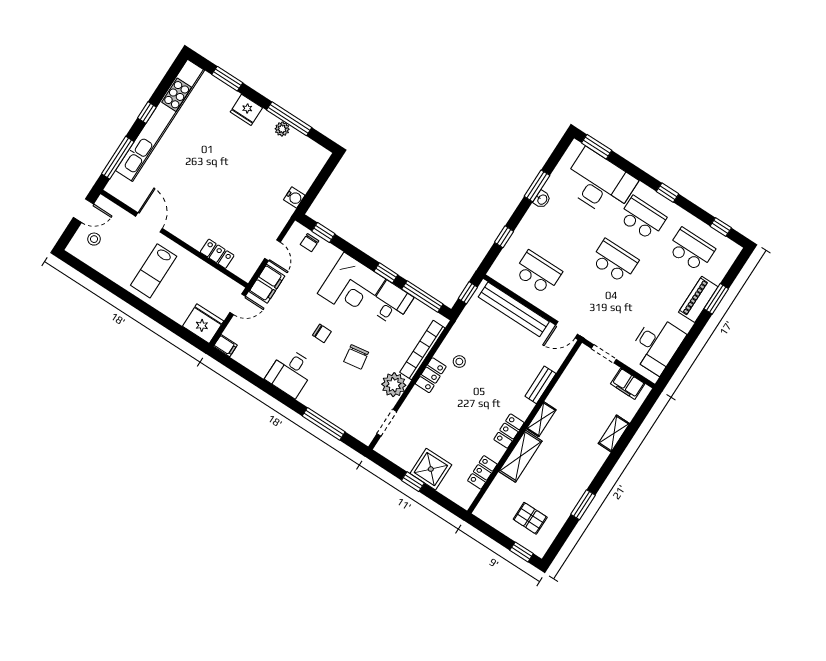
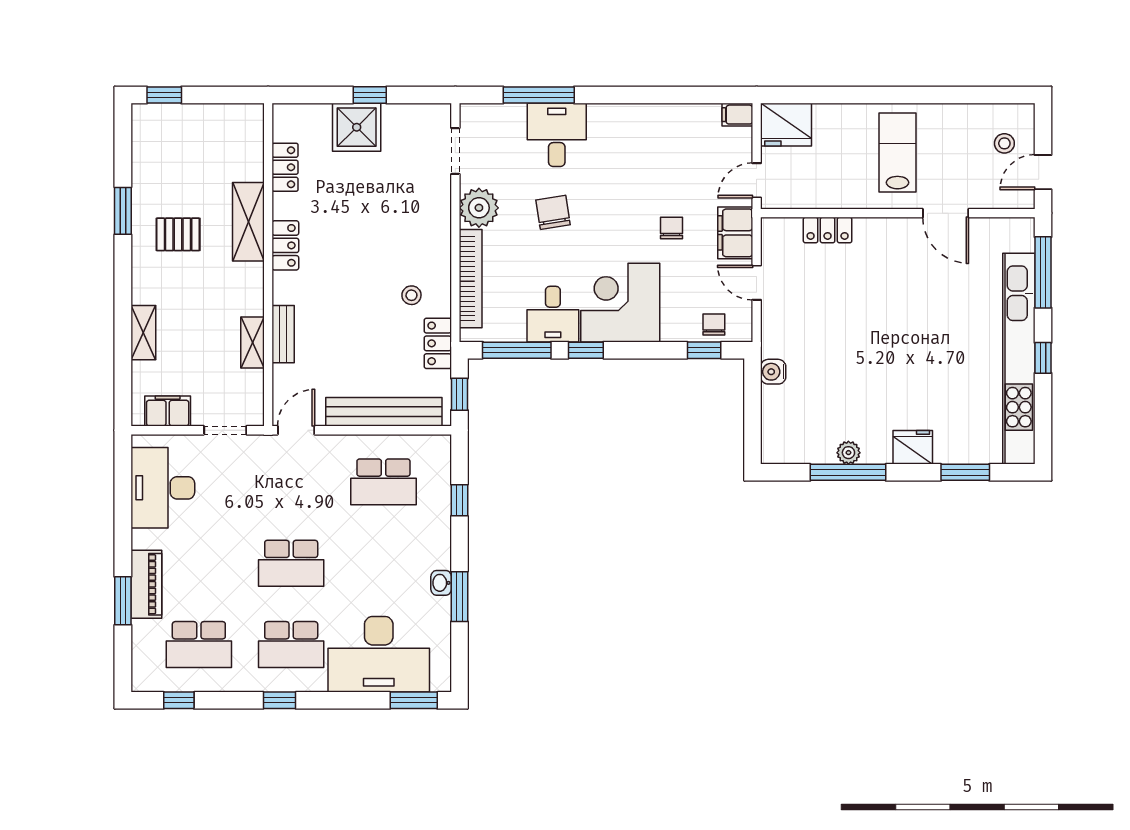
chair: (322, 333) -> (672, 228), moved, turned 90
desk: (290, 373) -> (557, 135), moved
locker: (431, 375) -> (438, 343), moved
shelving: (541, 419) -> (252, 343), moved
pallet: (530, 518) -> (178, 234), moved

